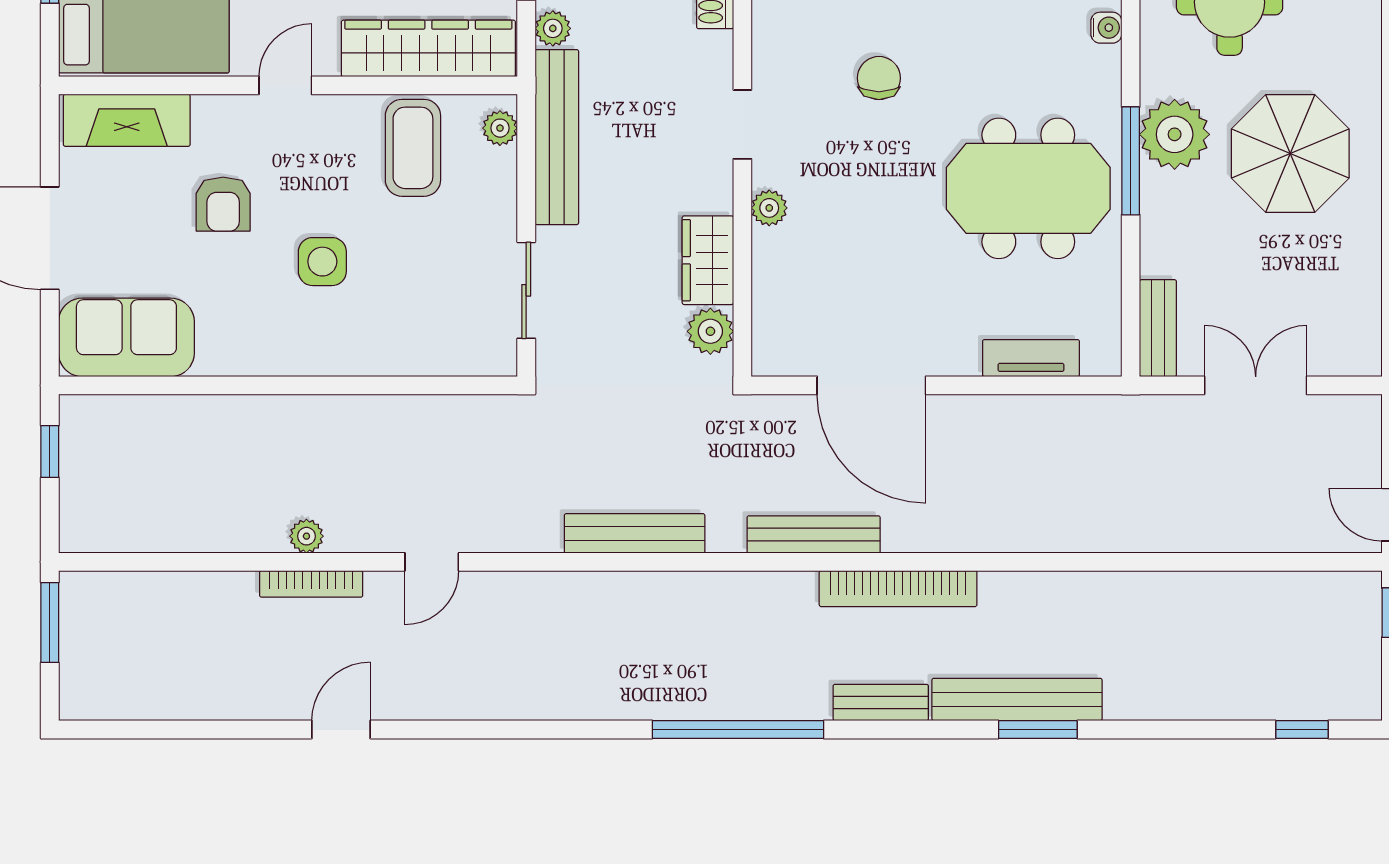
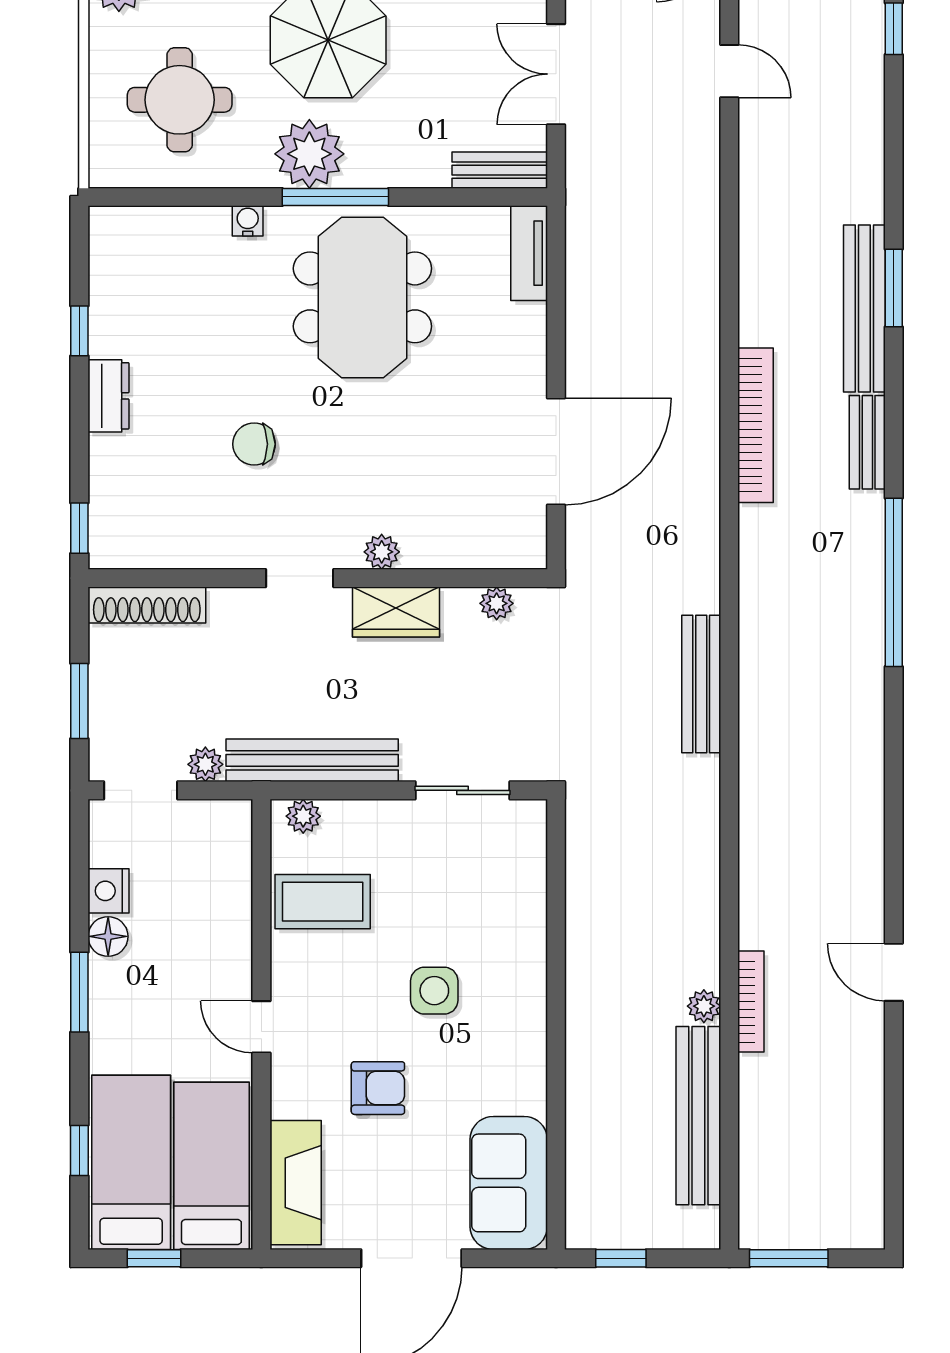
water cooler: (1106, 28) -> (248, 221), moved
wardrobe: (428, 48) -> (225, 887), removed
wardrobe: (708, 260) -> (396, 612), moved
plant: (710, 331) -> (497, 603), width x0.73, depth x0.73
tv unit: (1031, 358) -> (529, 253), moved
bench: (814, 534) -> (698, 1116), moved, width x1.37, depth x1.21
door: (432, 562) -> (729, 71), moved

